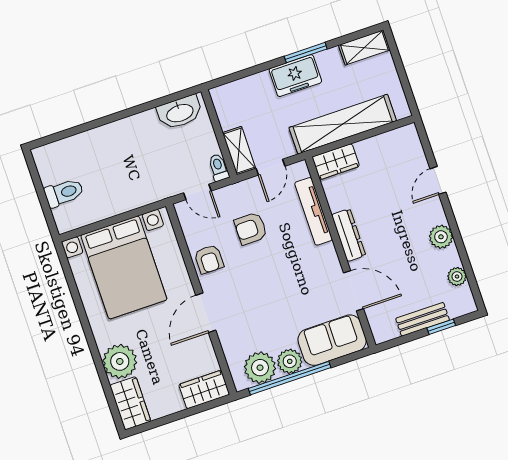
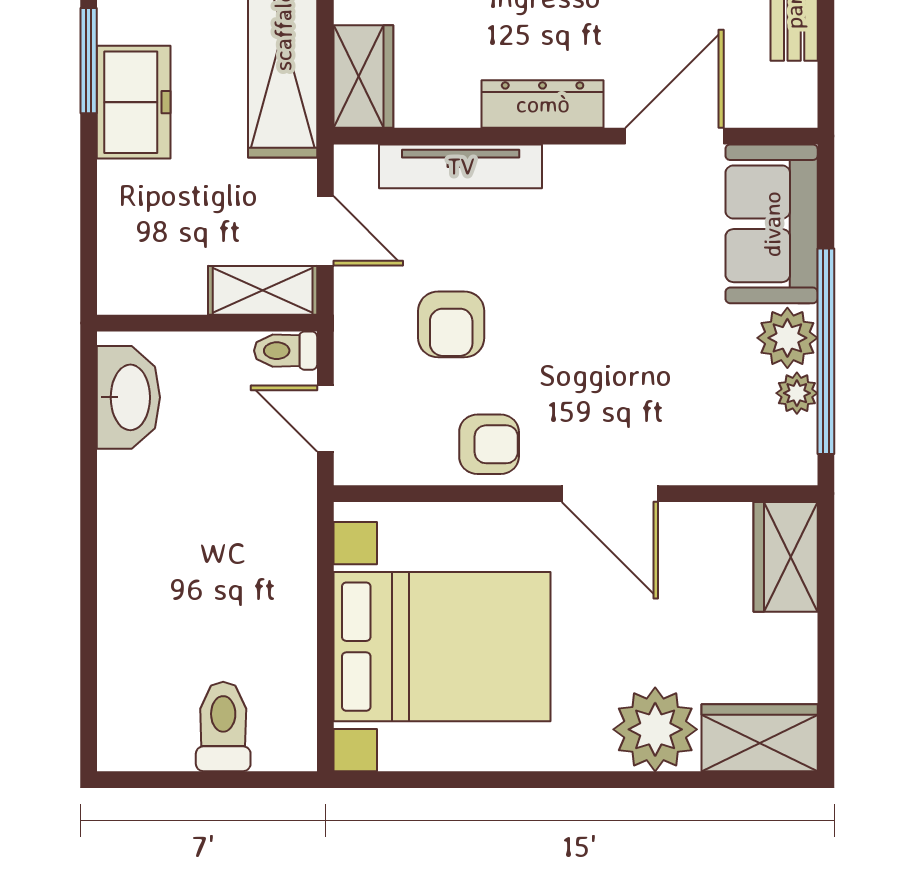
door: (197, 192) -> (325, 418), swing flipped
plant: (260, 368) -> (797, 393), width x0.53, depth x0.53

